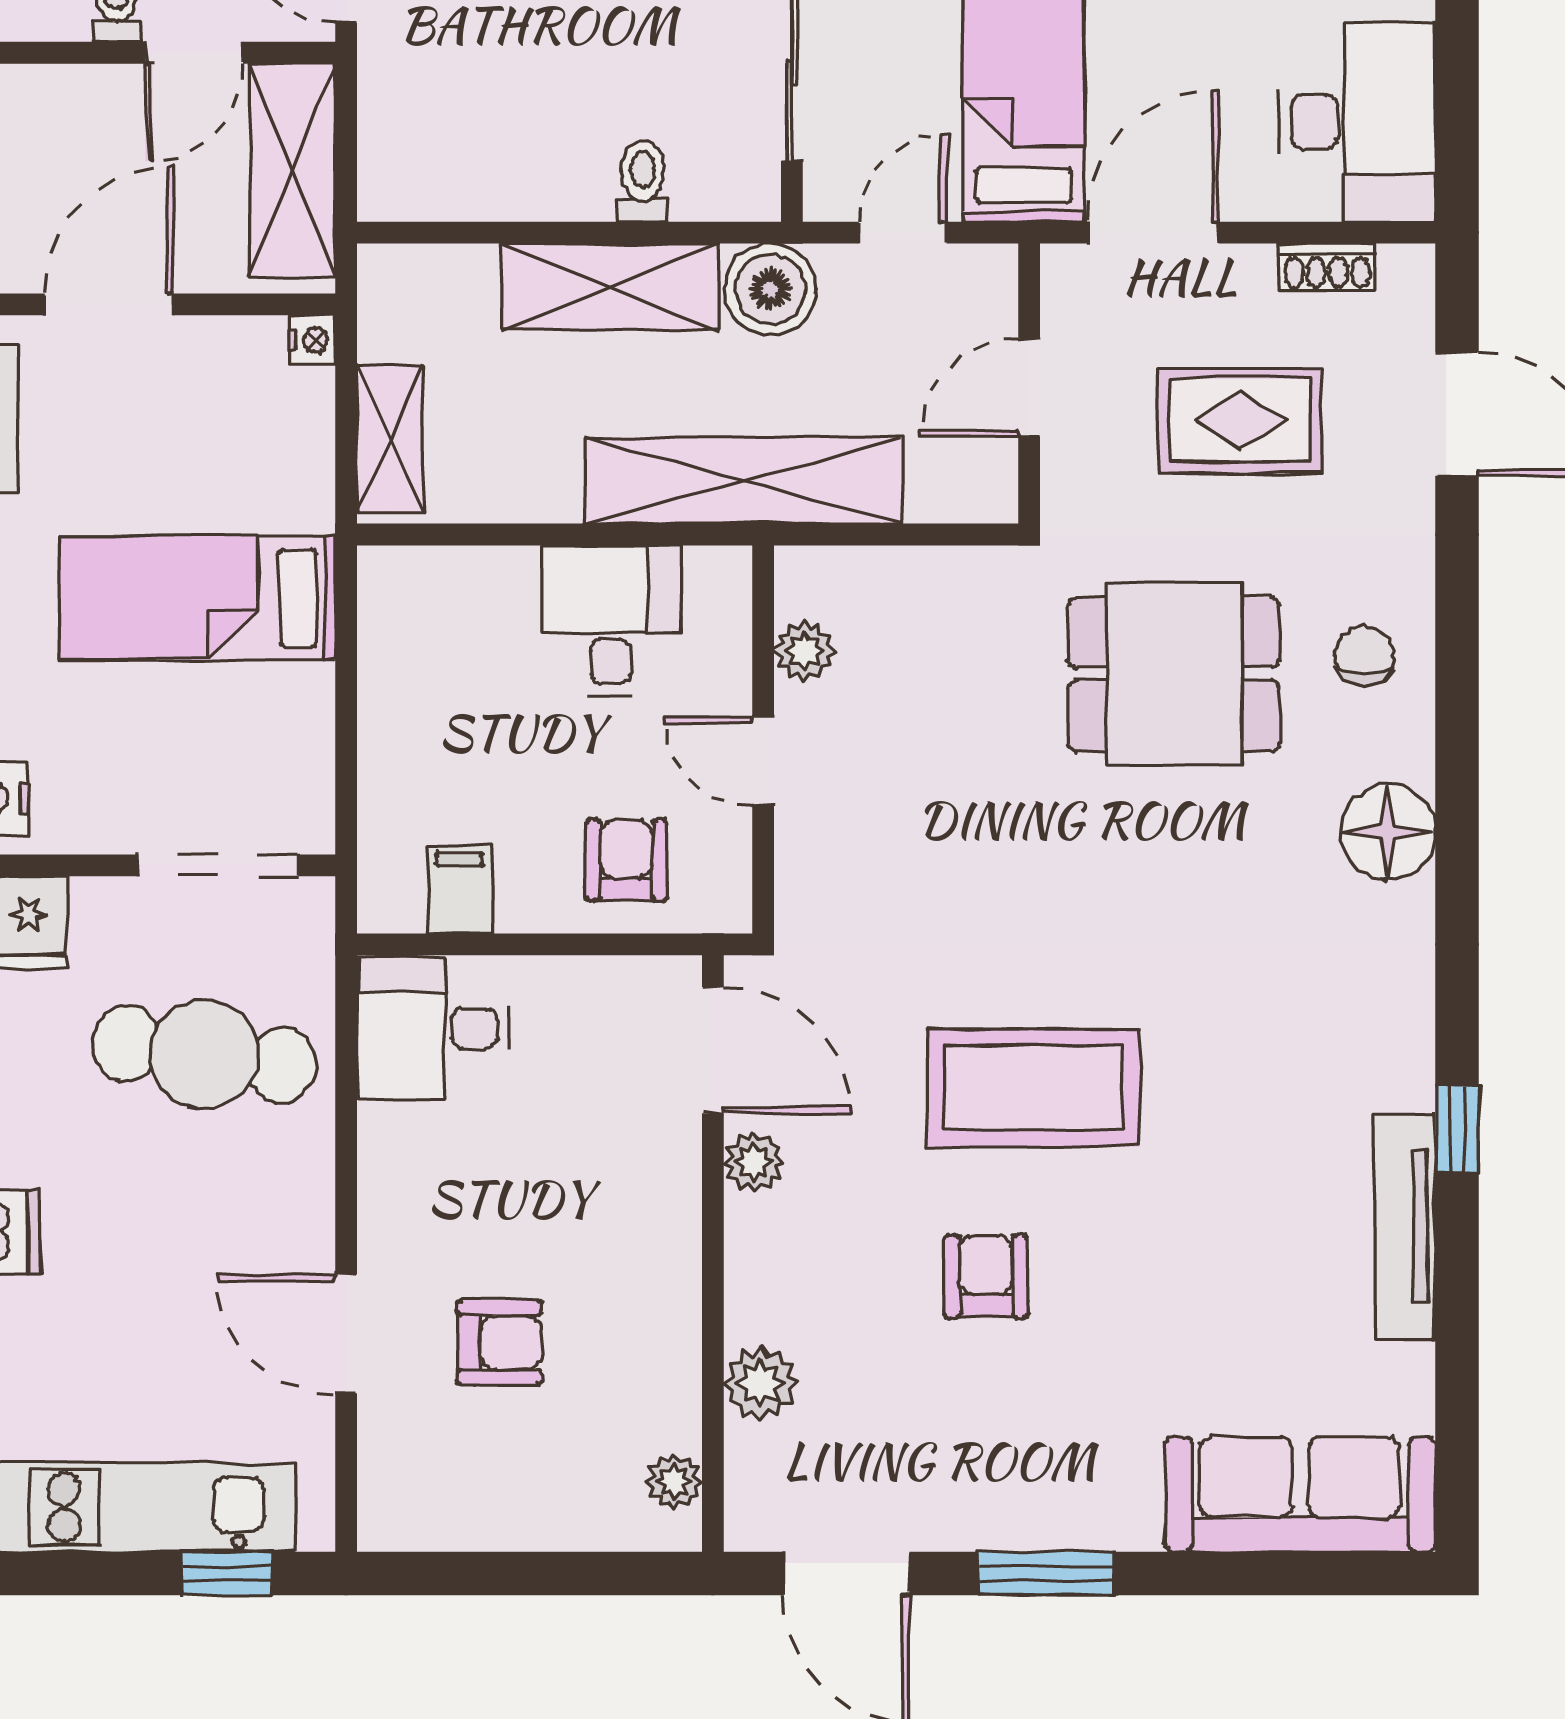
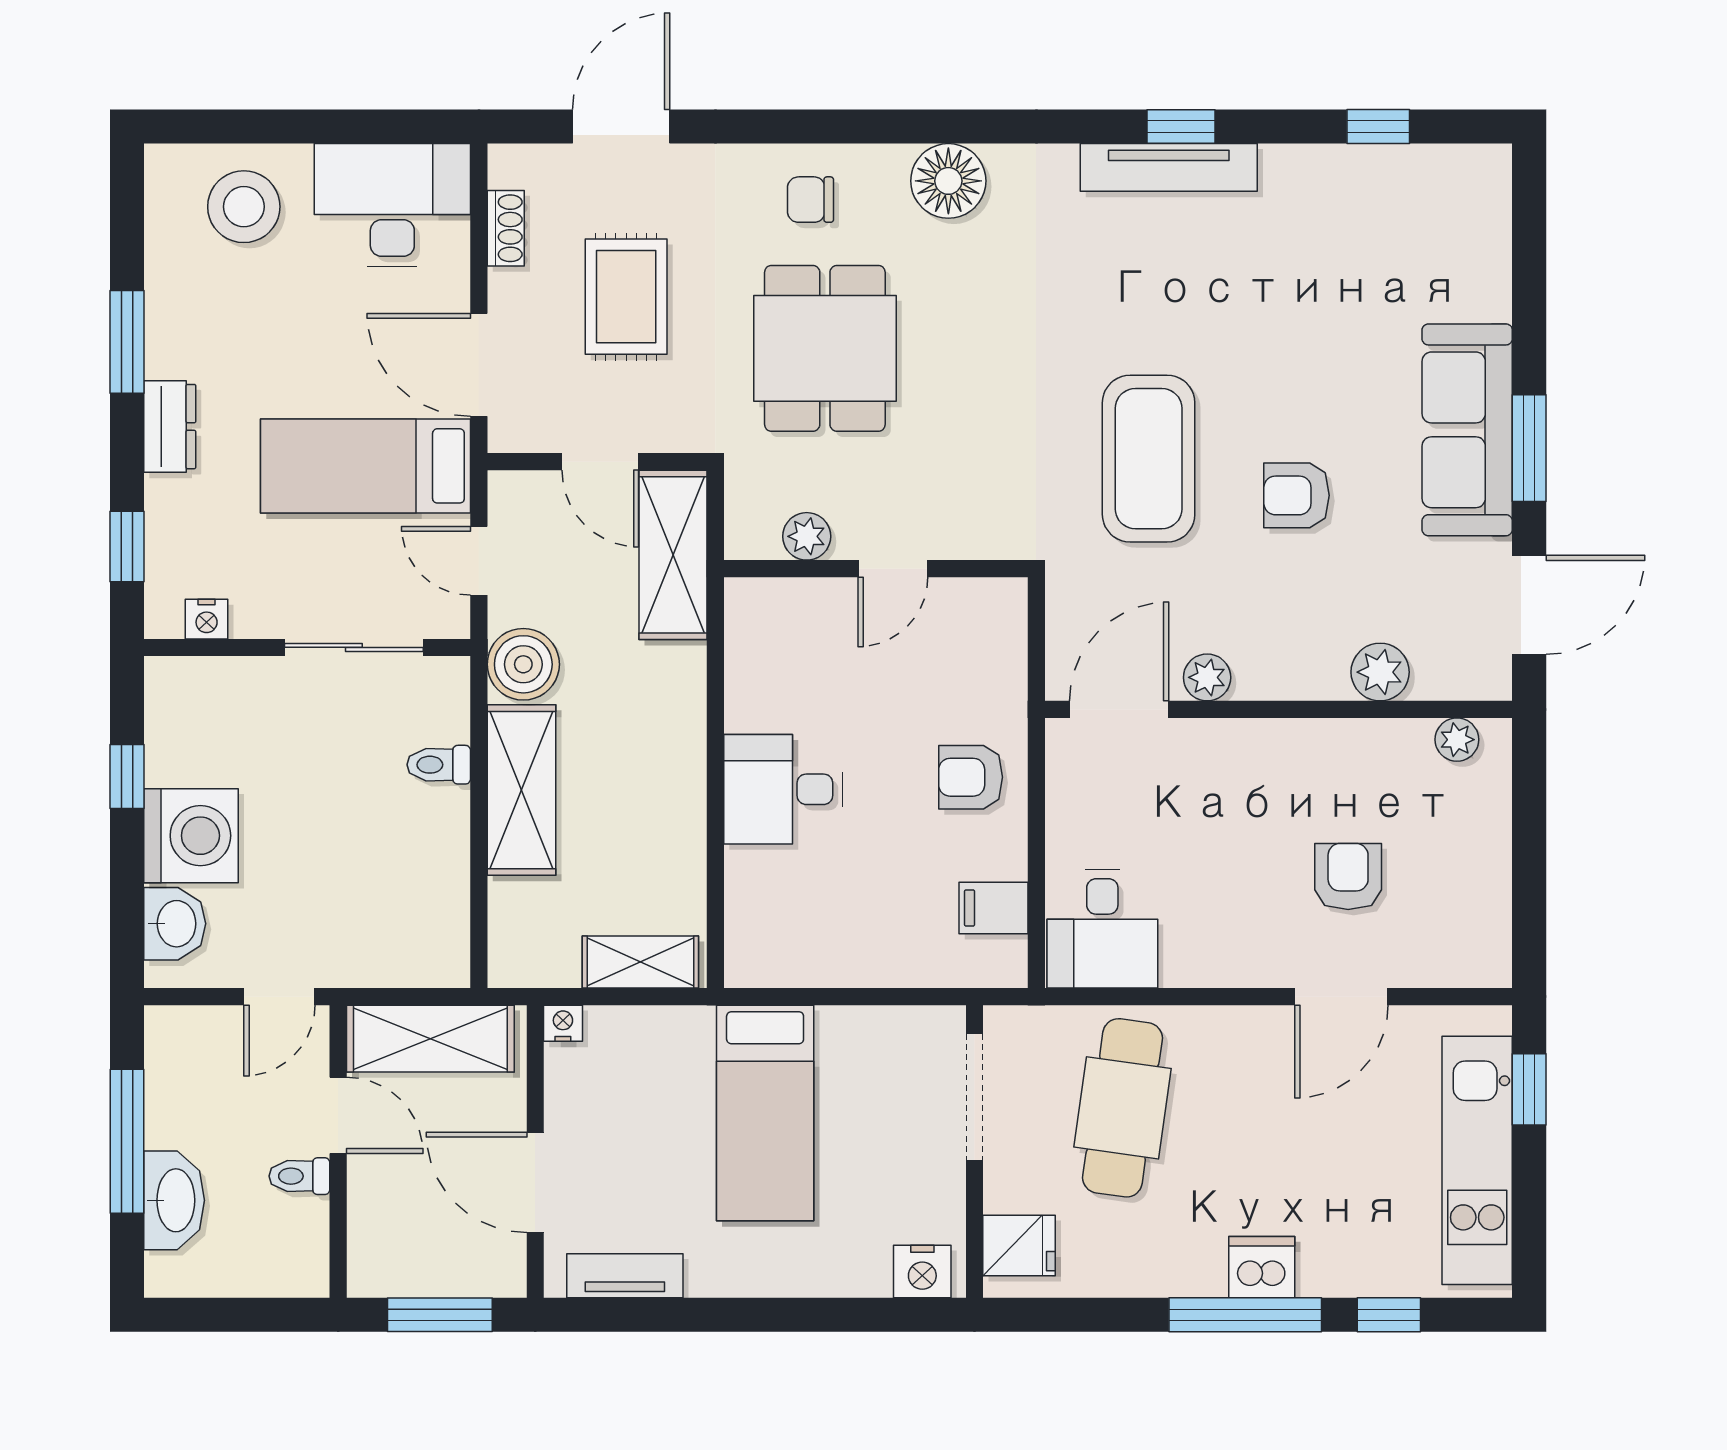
shelving: (744, 480) -> (673, 555), moved, width x0.68
plant: (804, 651) -> (807, 536), moved
wall: (763, 739) -> (876, 569), moved
door: (763, 761) -> (893, 569), moved
tv unit: (1405, 1227) -> (1169, 167), moved
window: (1457, 1381) -> (1378, 127), added
sofa: (1300, 1494) -> (1467, 430), moved

